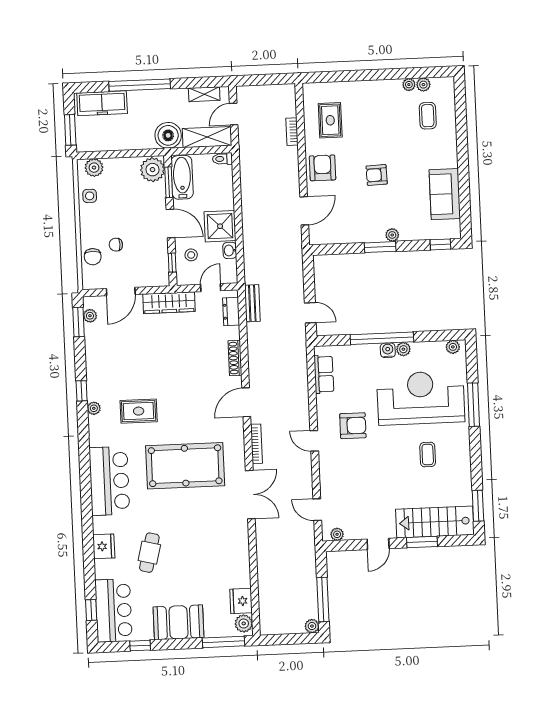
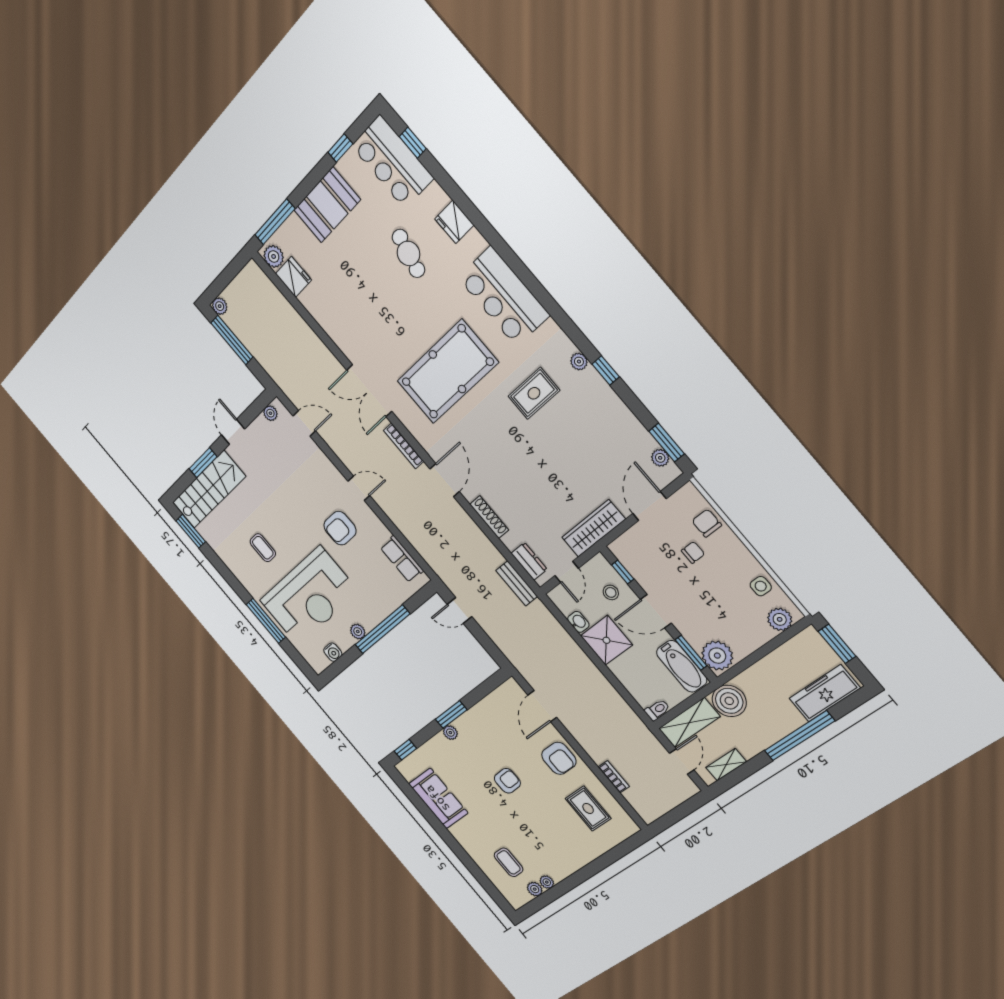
plant: (453, 347) -> (322, 662), removed
water cooler: (388, 350) -> (333, 652), moved

